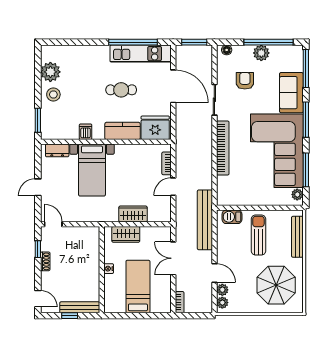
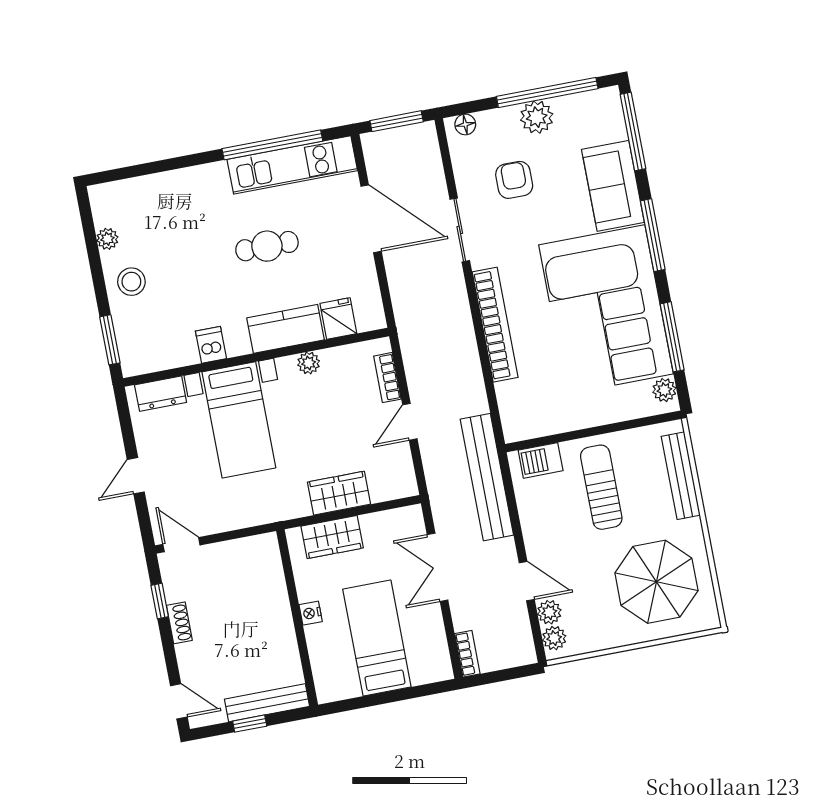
plant: (50, 72) -> (107, 239), width x0.53, depth x0.53
fridge: (155, 128) -> (338, 319), width x0.53, depth x0.75
plant: (130, 149) -> (309, 363), added

